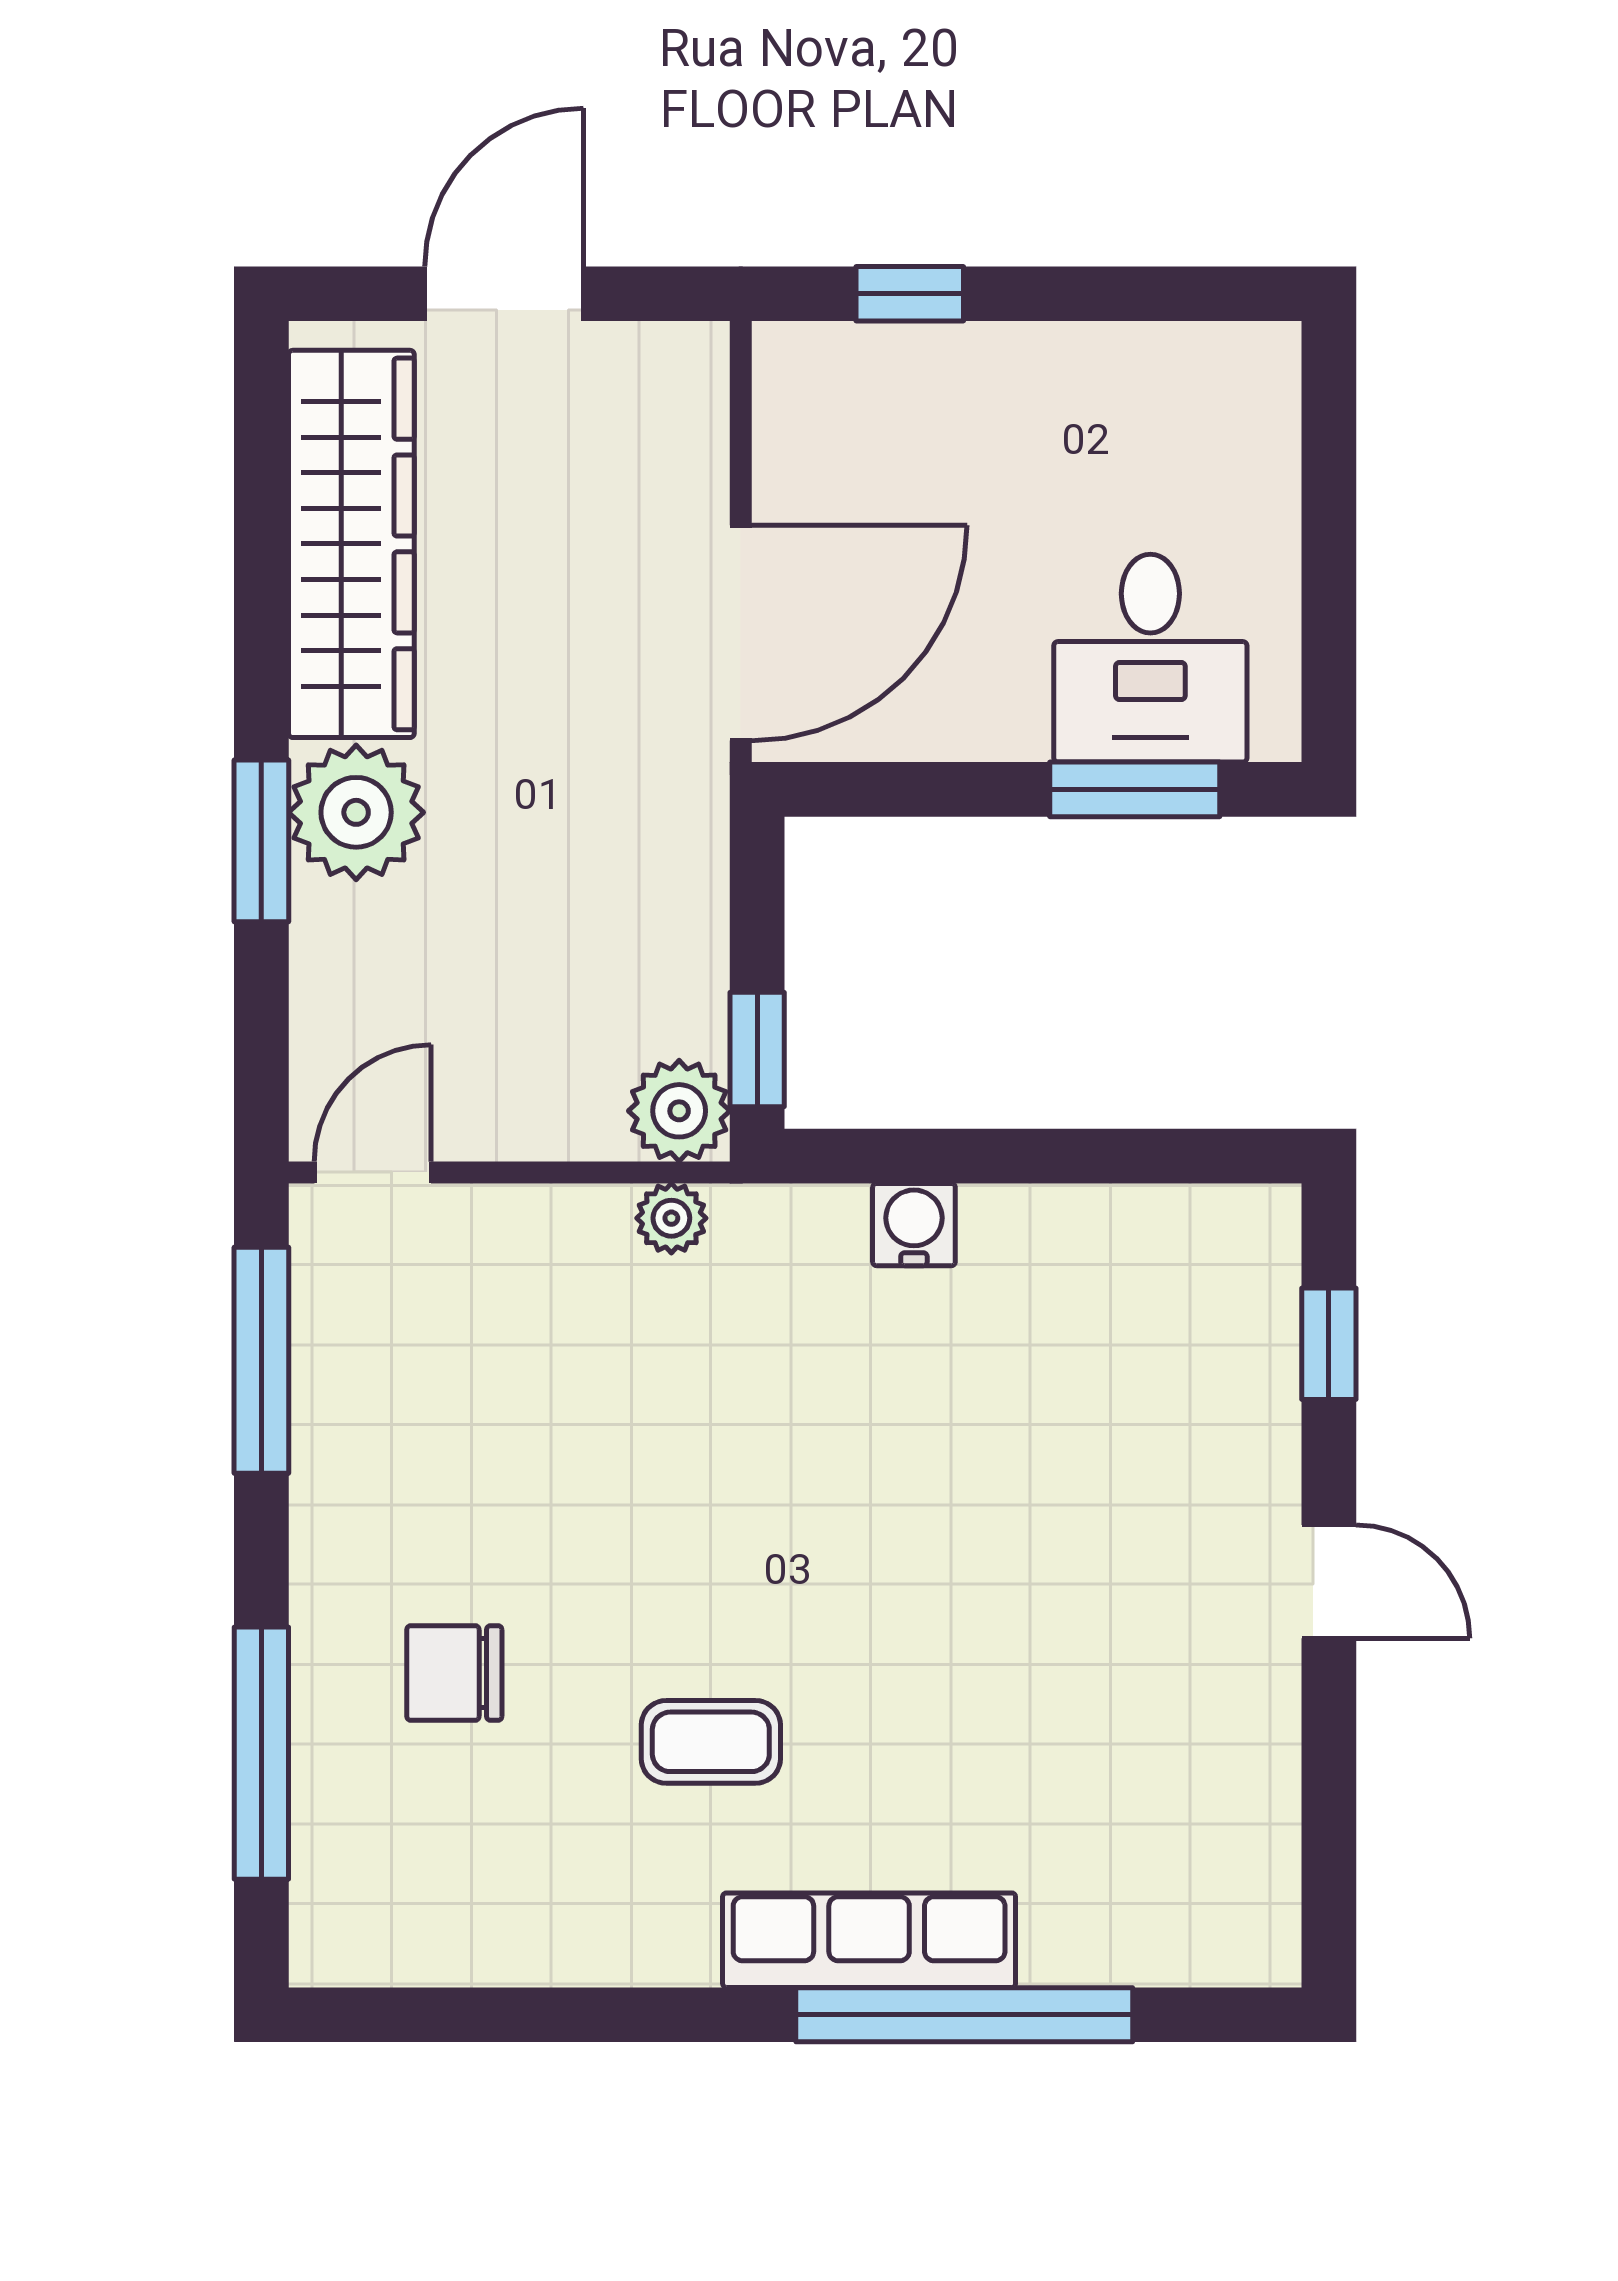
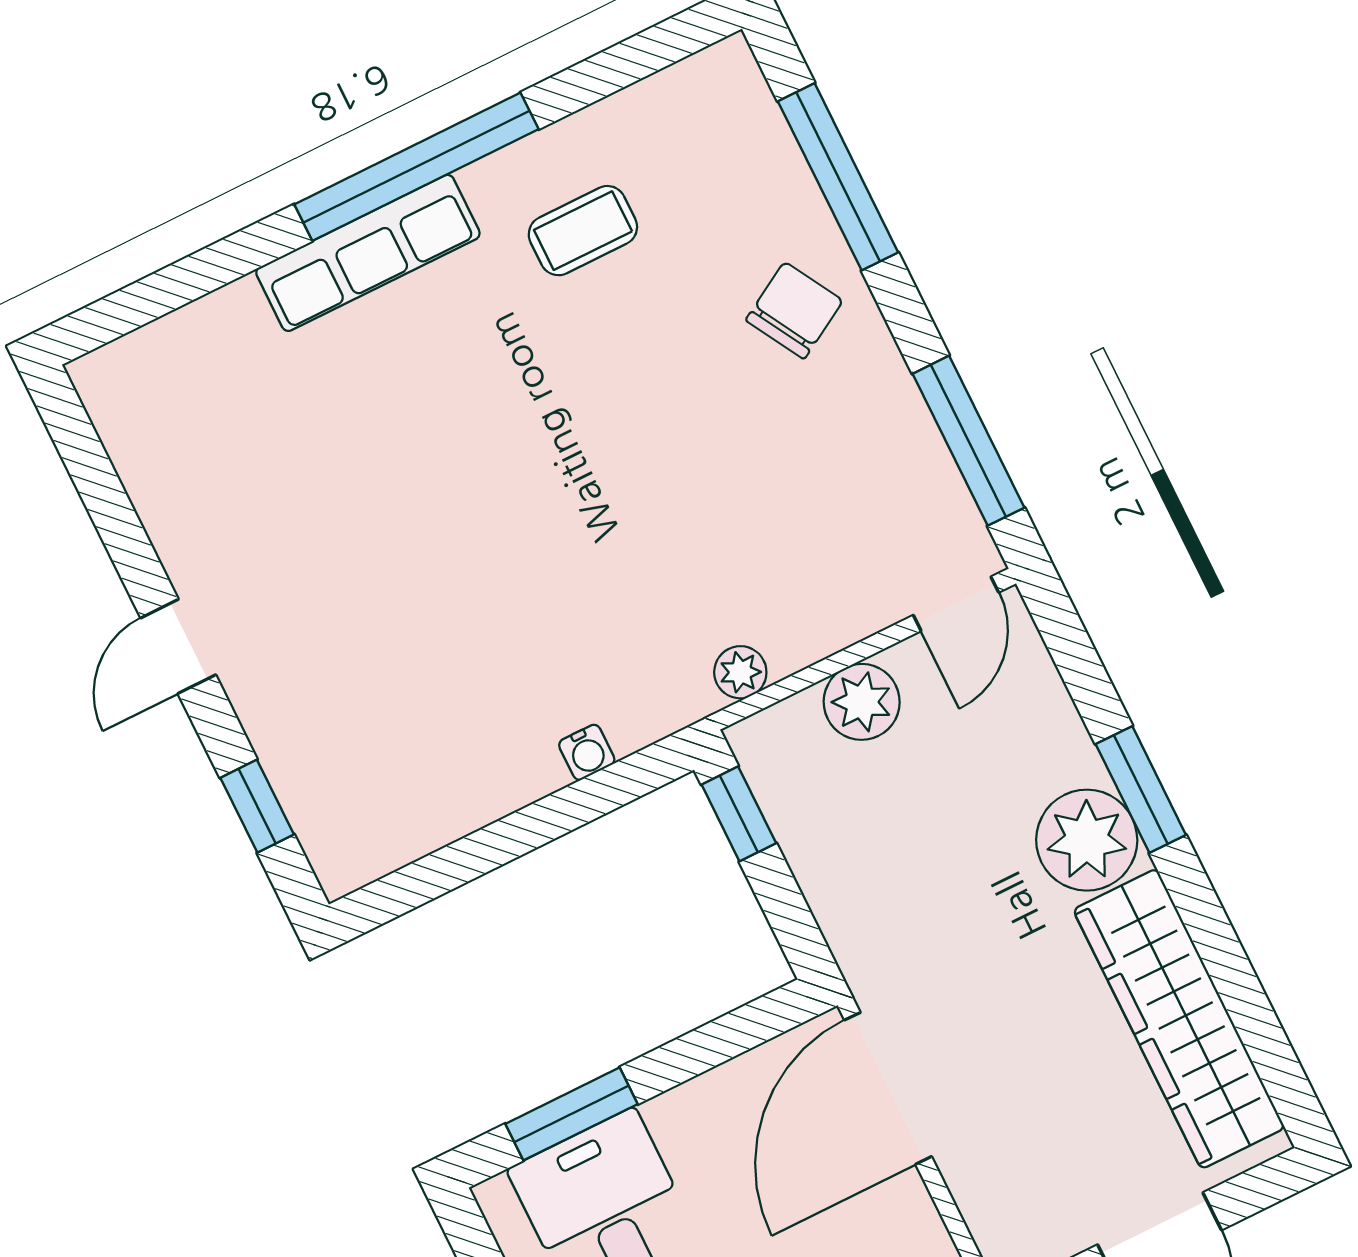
plant: (679, 1111) -> (862, 702), moved
water cooler: (914, 1225) -> (587, 752), width x0.72, depth x0.72
door: (1329, 1582) -> (178, 646), hinge flipped
chair: (454, 1673) -> (794, 310), moved, turned -30
coffee table: (711, 1742) -> (583, 231), moved
window: (964, 2015) -> (416, 167), moved

